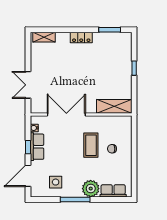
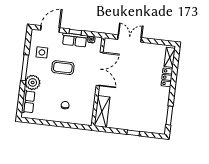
locker: (81, 37) -> (167, 77), moved
coffee table: (91, 145) -> (63, 68), moved
door: (28, 176) -> (50, 29), hinge flipped

